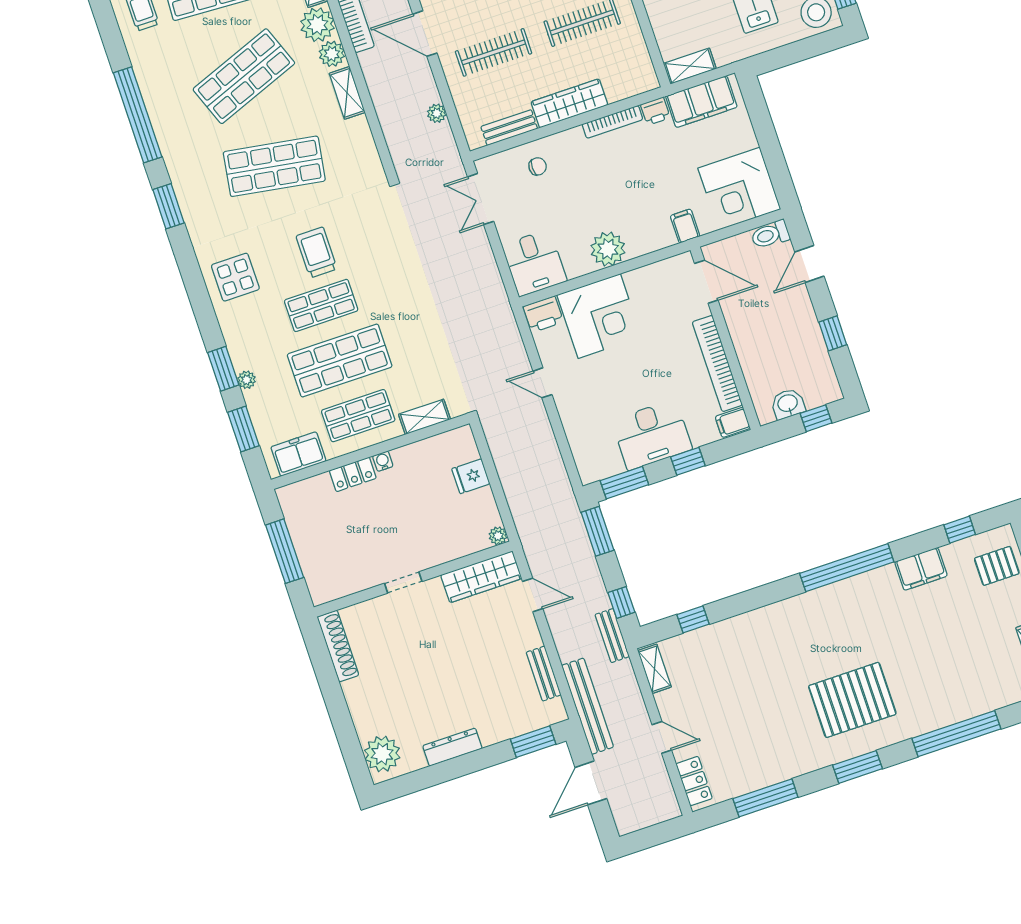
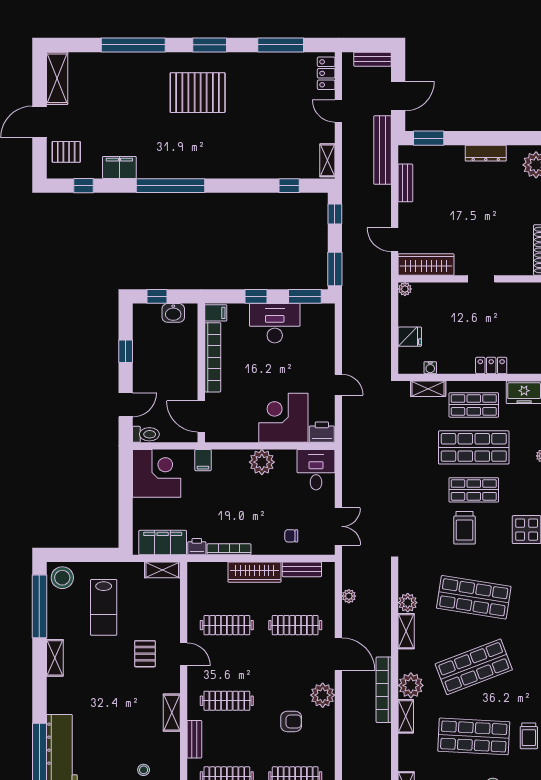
plant: (332, 54) -> (408, 603), moved
water cooler: (383, 461) -> (430, 368), moved
bench: (612, 636) -> (372, 59), moved, turned 90

